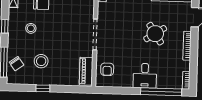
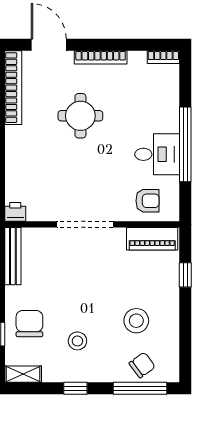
round table: (155, 34) -> (80, 116), turned 33
desk: (145, 76) -> (157, 154), moved
window: (43, 88) -> (185, 275), moved
window: (161, 92) -> (185, 144), moved

